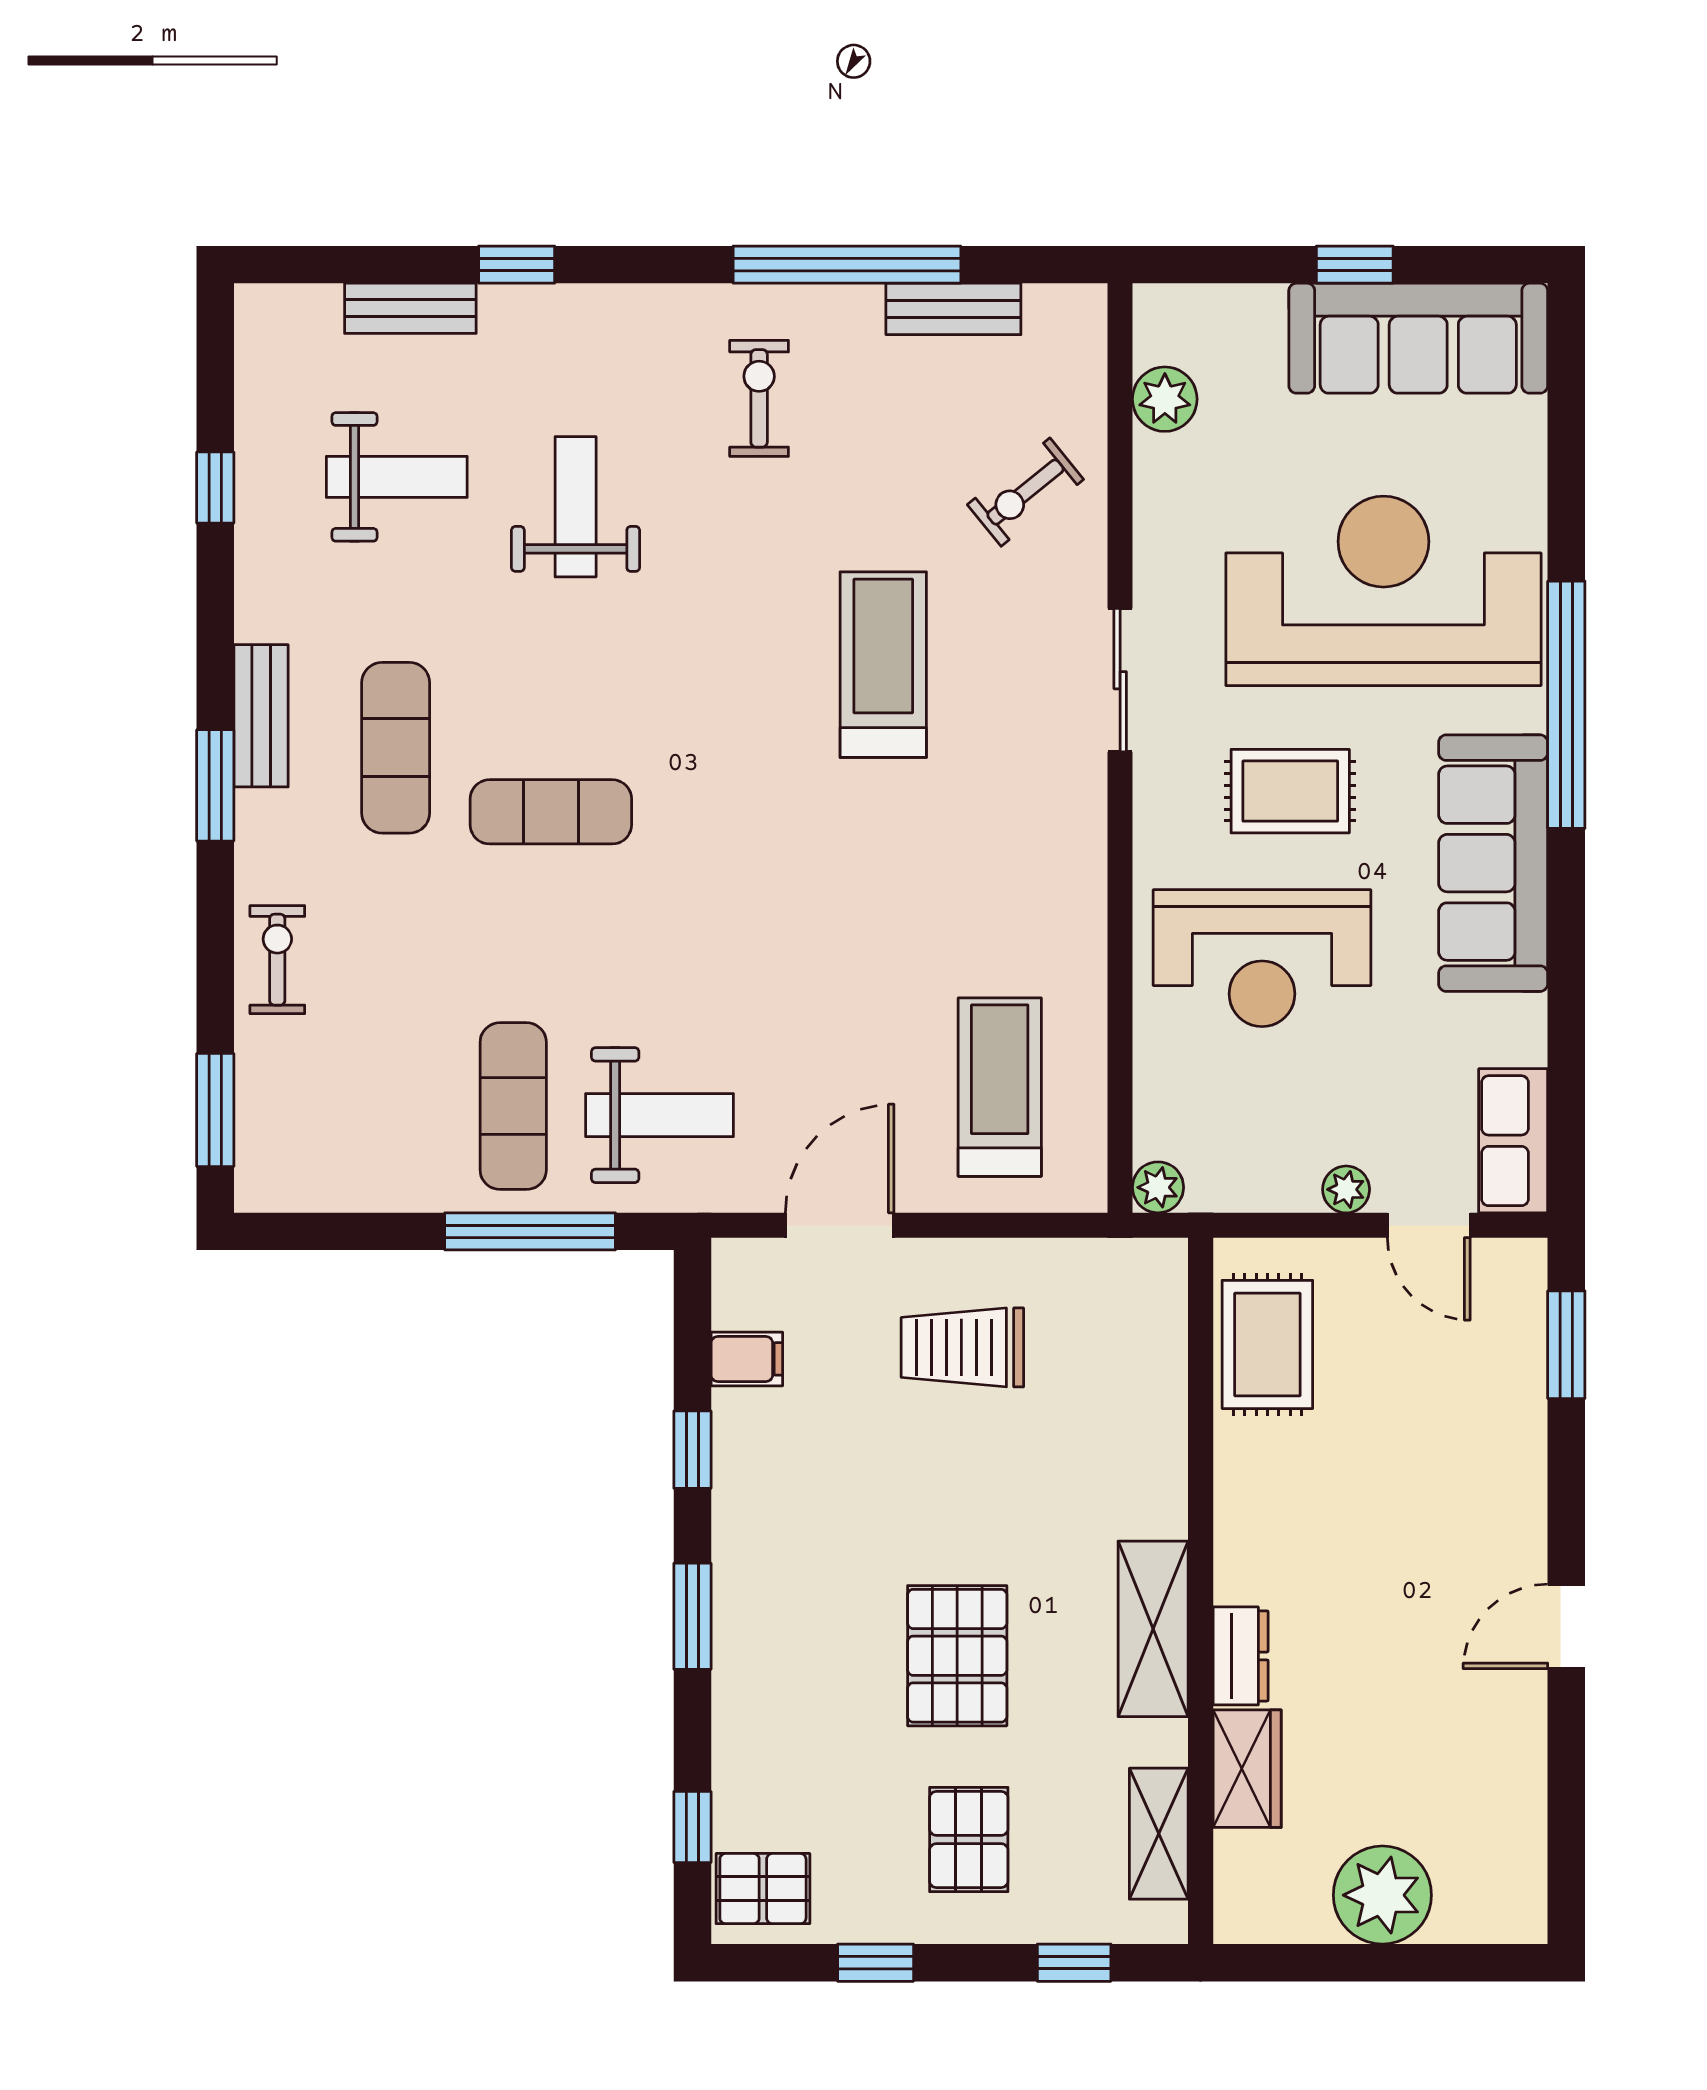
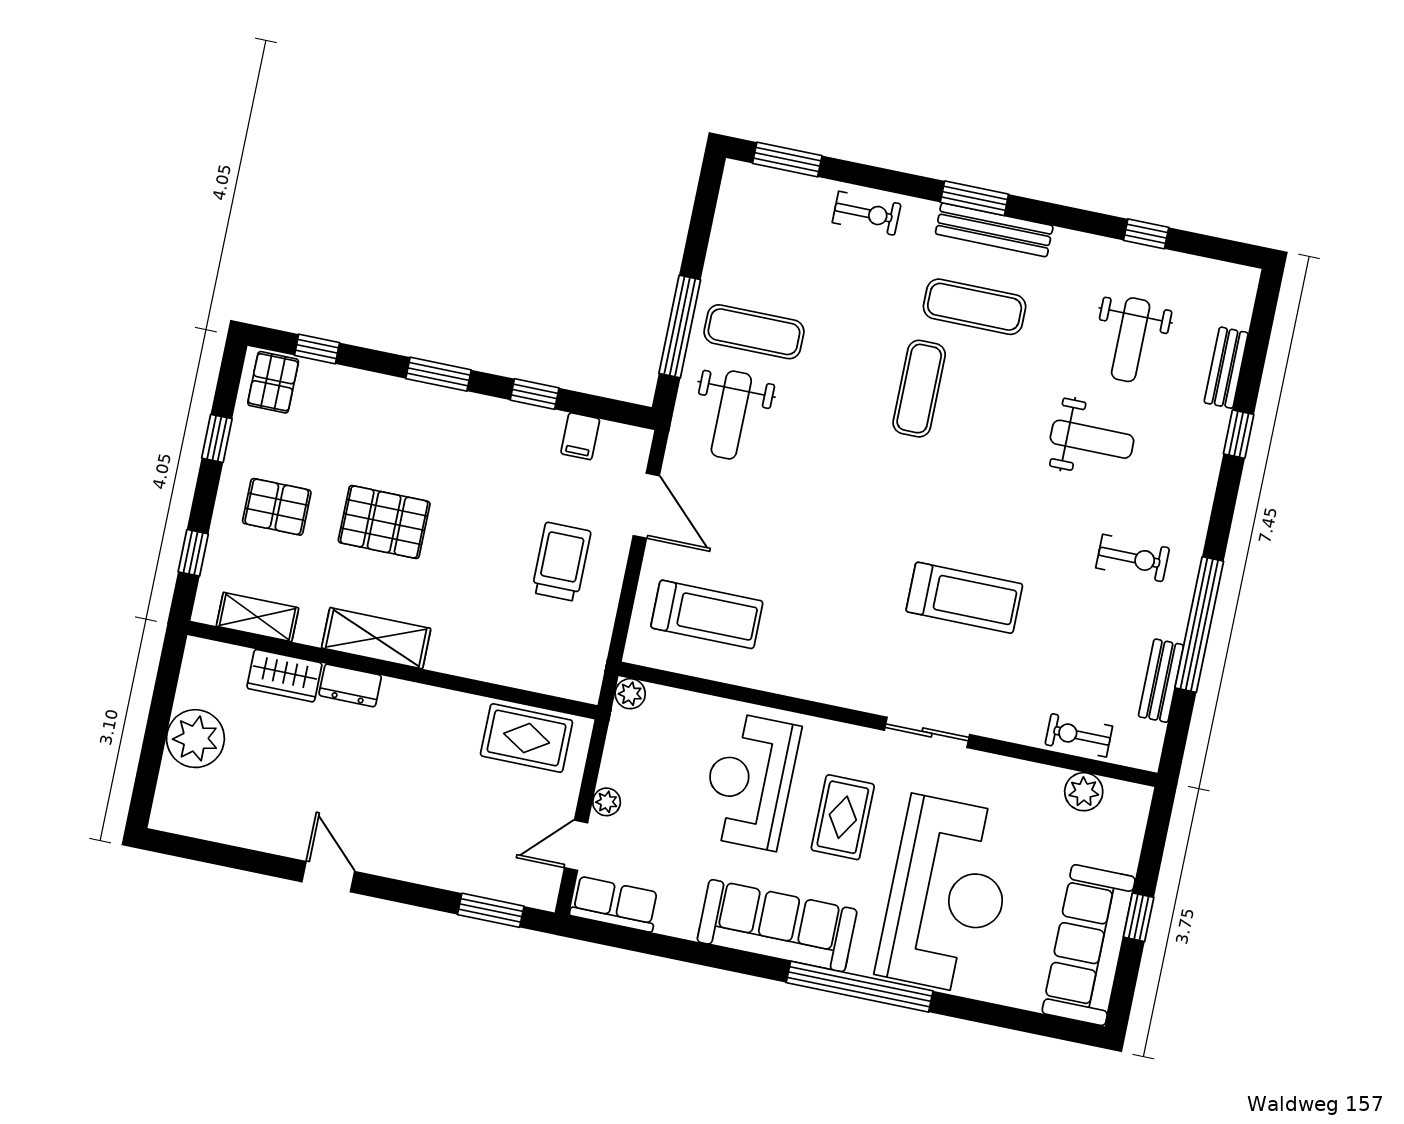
exercise bike: (1025, 492) -> (1079, 735), moved, turned -51
bench: (261, 716) -> (994, 230), width x1.36

